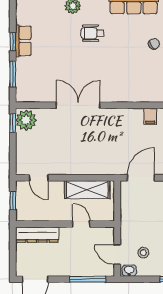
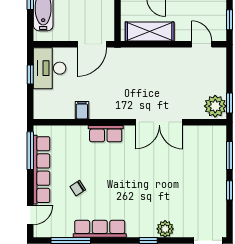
wheelchair: (92, 33) -> (144, 200), removed
row of seats: (23, 41) -> (106, 134), moved, turned -90

